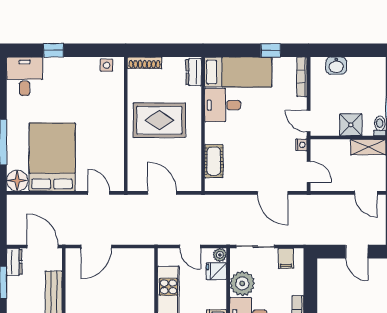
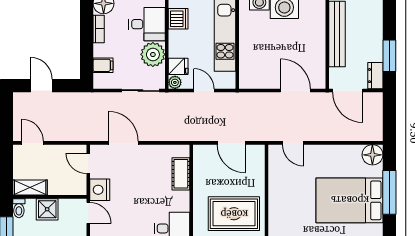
nightstand: (301, 145) -> (100, 190), width x1.89, depth x1.79
bed: (52, 157) -> (350, 200), moved, turned 90
door: (96, 247) -> (295, 91), hinge flipped
filing cabinet: (286, 258) -> (103, 65), moved, turned 90

